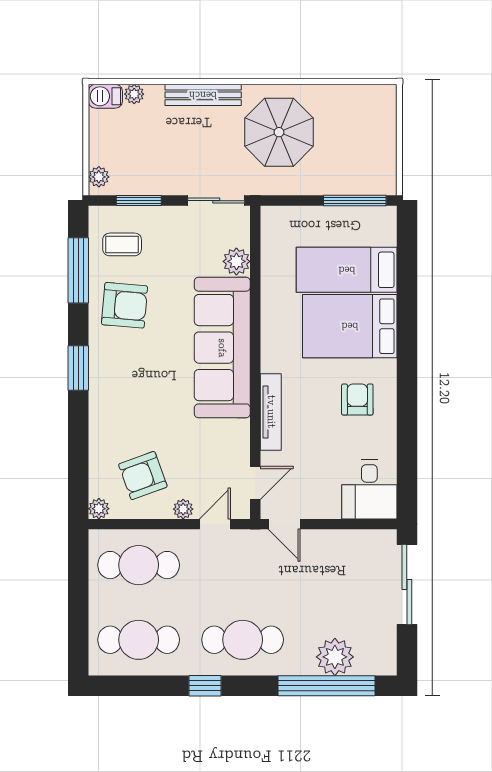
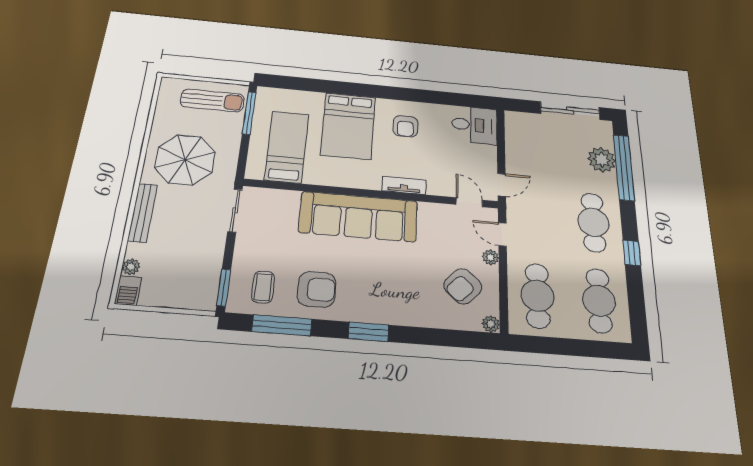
sun lounger: (368, 153) -> (212, 100), added
plant: (99, 177) -> (200, 302), removed
window: (139, 201) -> (224, 288), moved
plant: (236, 261) -> (288, 200), removed
bed: (347, 270) -> (287, 147), moved, turned 180
armchair: (125, 305) -> (317, 289), turned 85
armchair: (357, 399) -> (405, 126), turned -90
tv unit: (271, 412) -> (404, 185), width x0.71
armchair: (143, 476) -> (463, 286), turned 64
sliding door: (407, 584) -> (570, 111), moved

